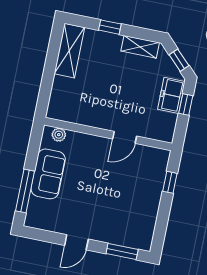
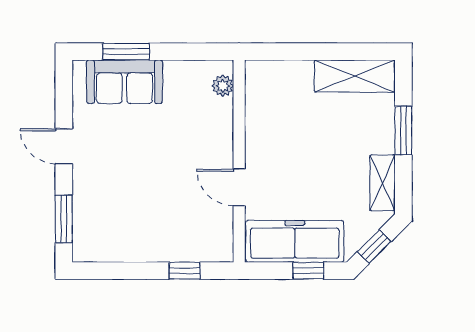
window: (110, 27) -> (403, 131), width x1.50
freezer: (171, 95) -> (295, 241), width x1.91, depth x1.26
sofa: (48, 174) -> (125, 82), moved
window: (25, 191) -> (126, 52), width x0.69

